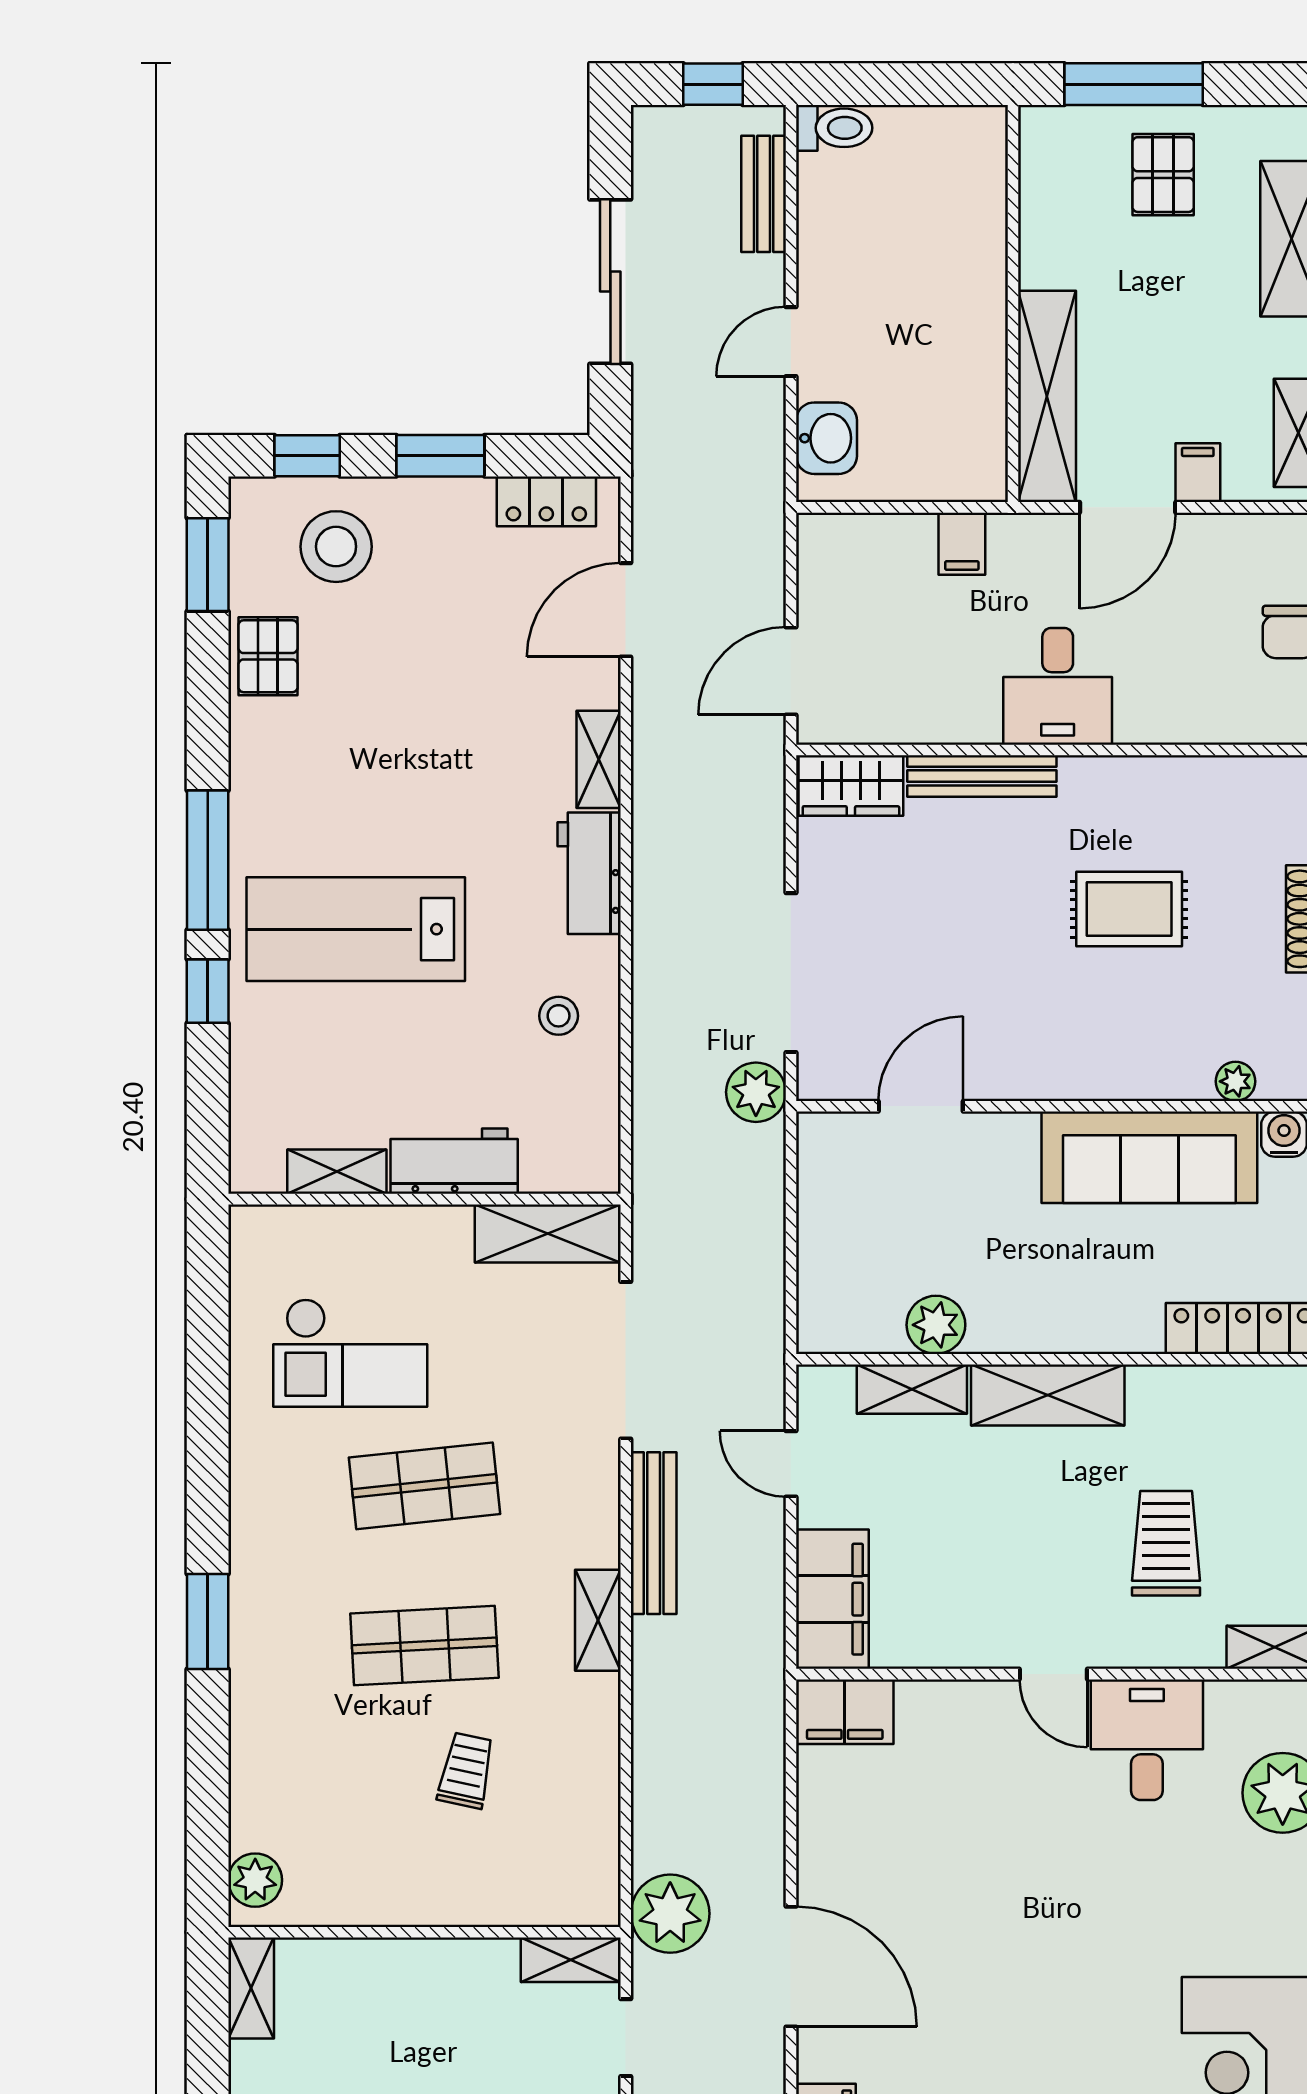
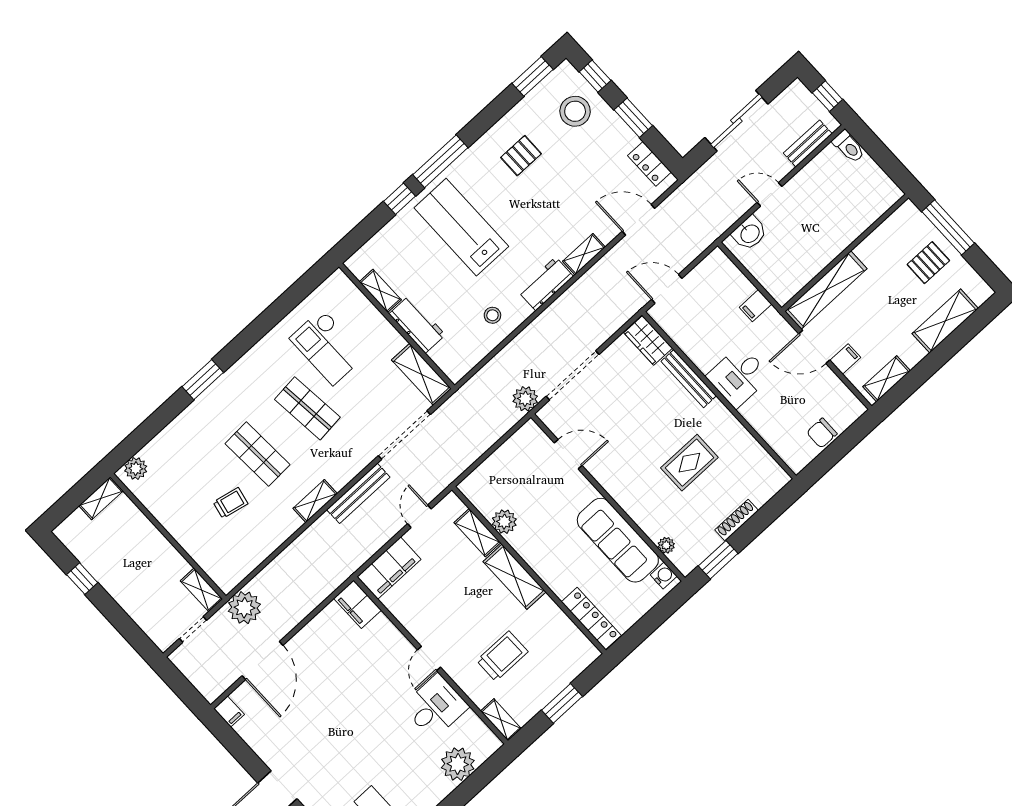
pallet: (268, 656) -> (521, 156), moved
rug: (1129, 909) -> (689, 463), turned 90

